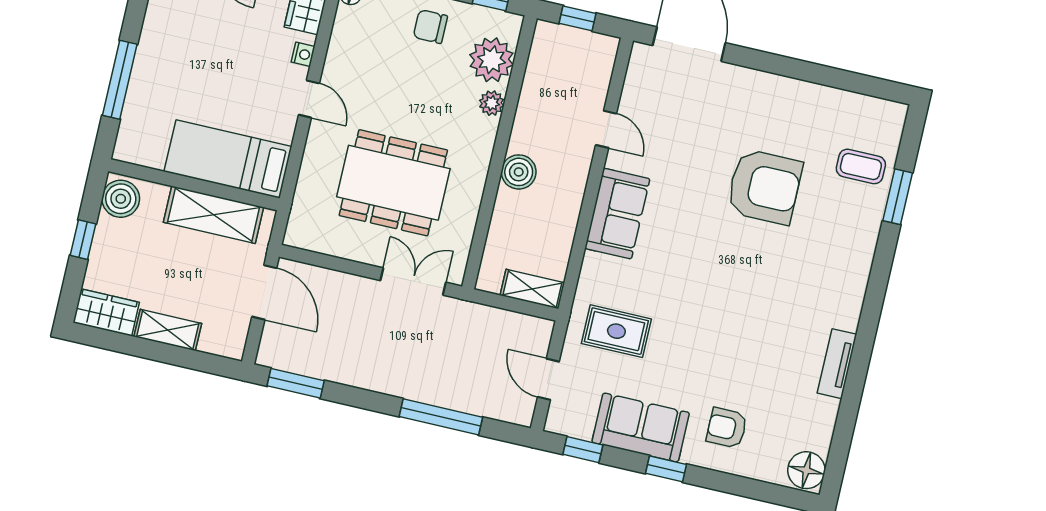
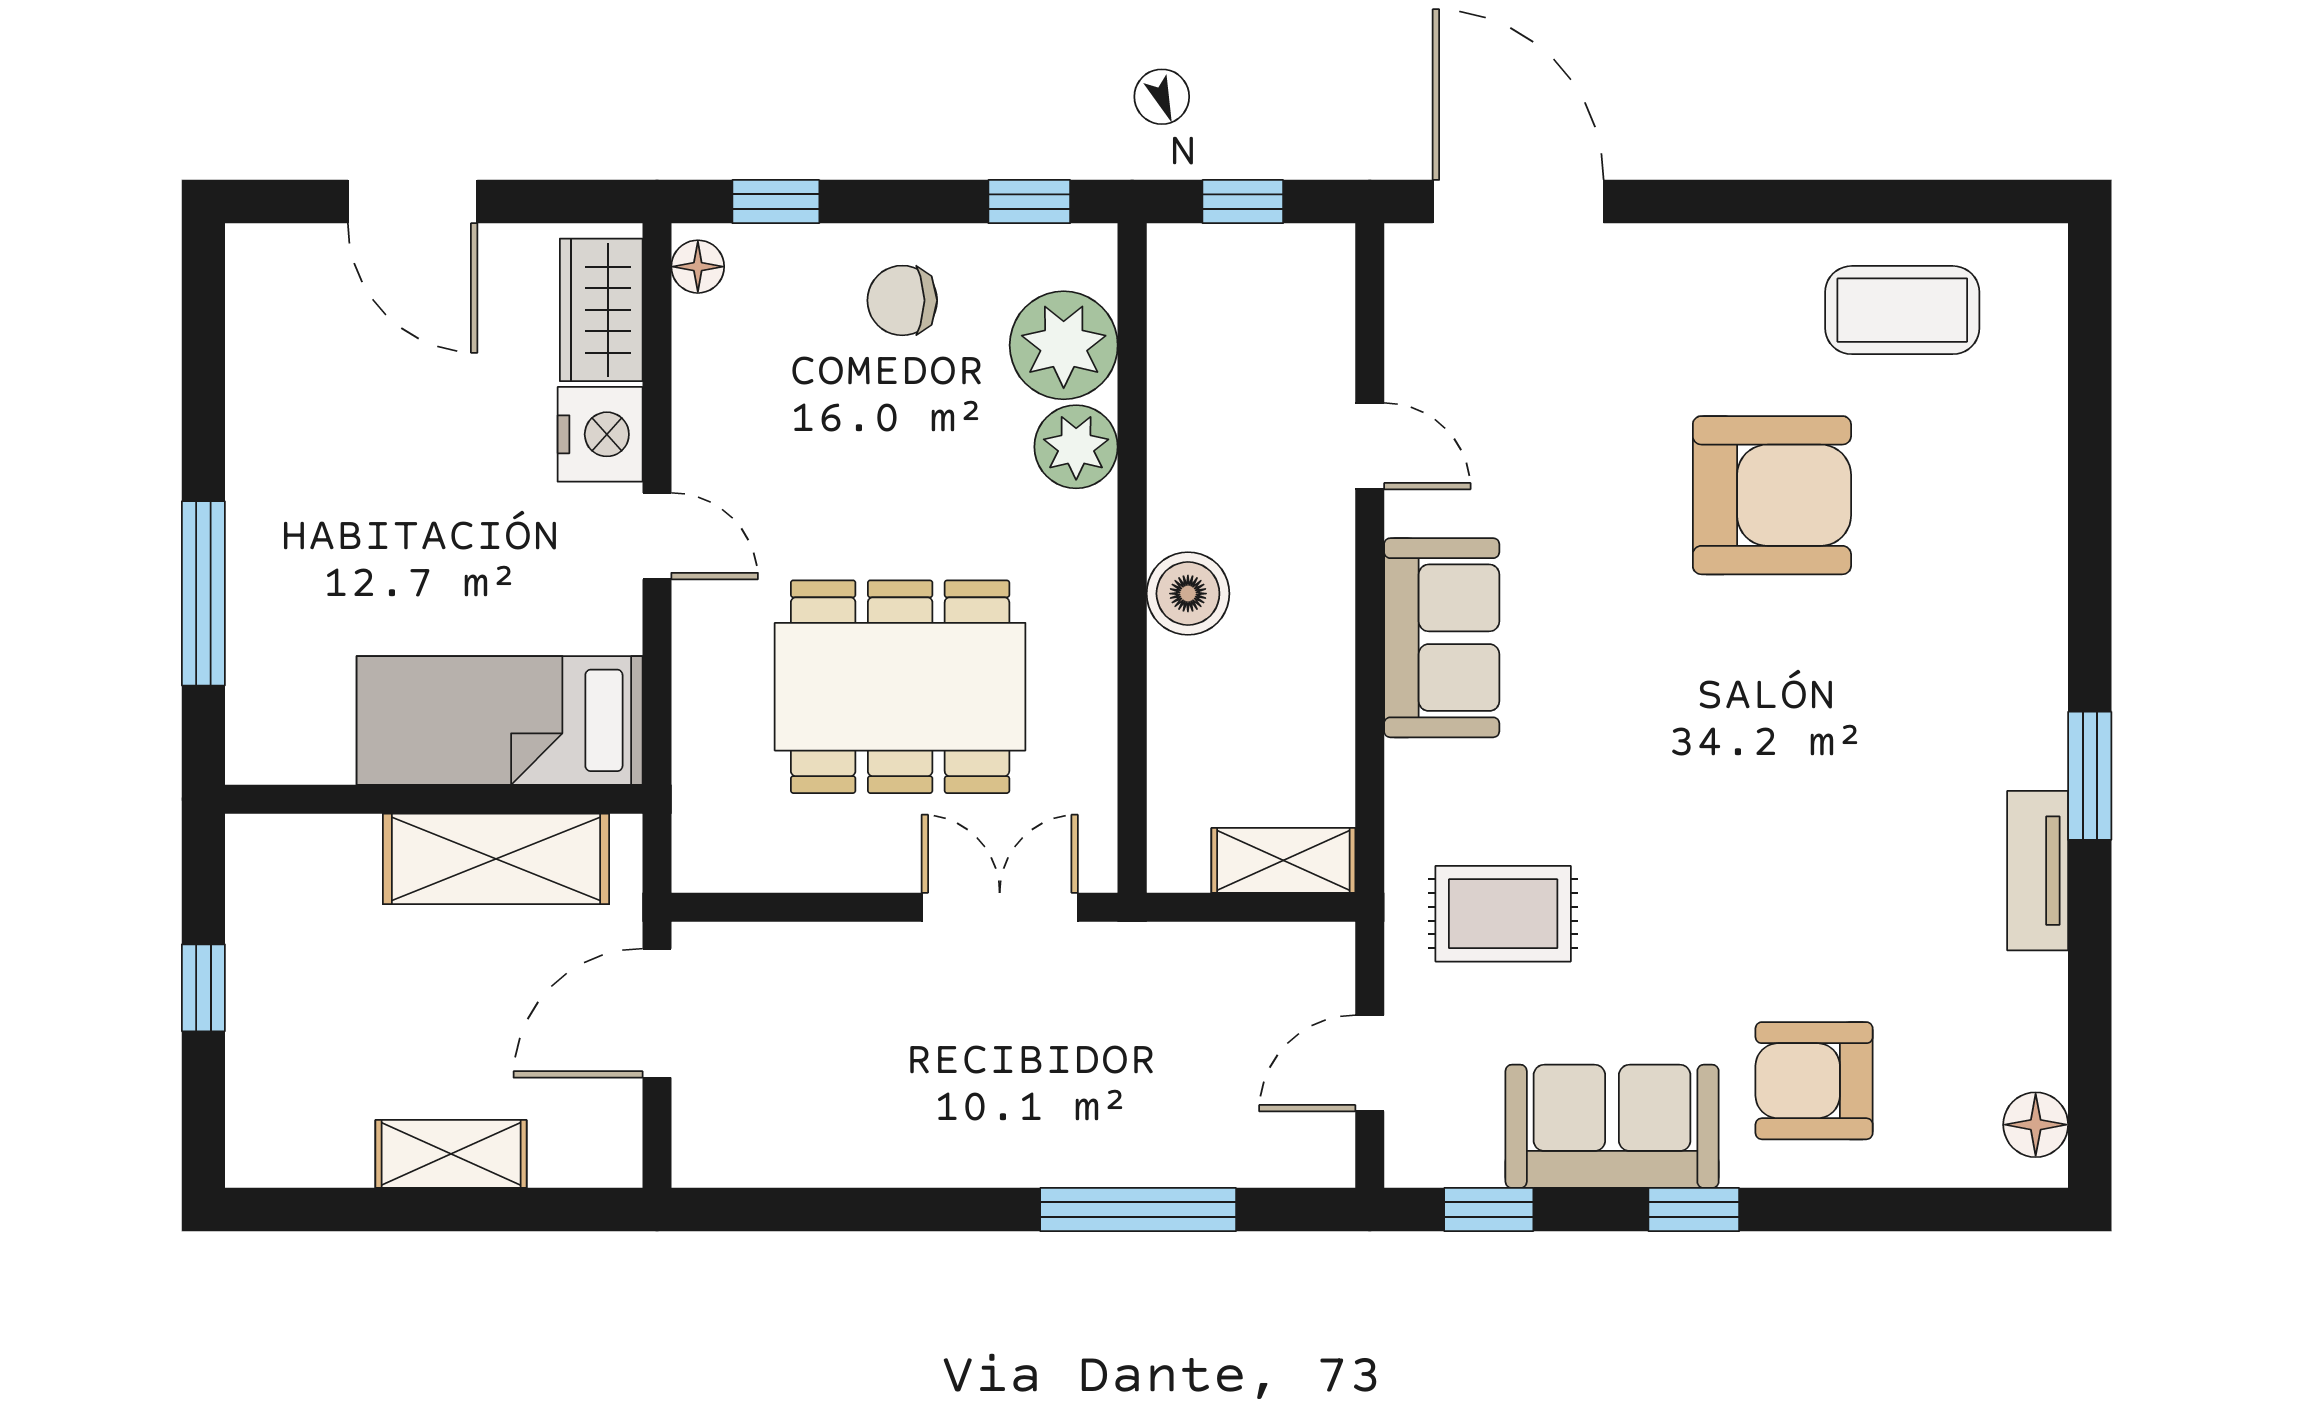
nightstand: (303, 54) -> (600, 434), width x1.89, depth x1.79
plant: (492, 103) -> (1076, 447), width x1.38, depth x1.38
coffee table: (861, 166) -> (1902, 310), moved, width x1.36, depth x1.30
window: (898, 197) -> (2090, 776), moved
boiler: (121, 199) -> (270, 872), removed
door: (264, 292) -> (657, 1013), swing flipped
wardrobe: (106, 312) -> (297, 1146), removed
door: (548, 379) -> (1370, 1063), hinge flipped
window: (296, 383) -> (780, 1210), removed
armchair: (727, 428) -> (1814, 1081), width x1.38, depth x1.38
floor lamp: (806, 470) -> (2036, 1125), width x0.73, depth x0.73

